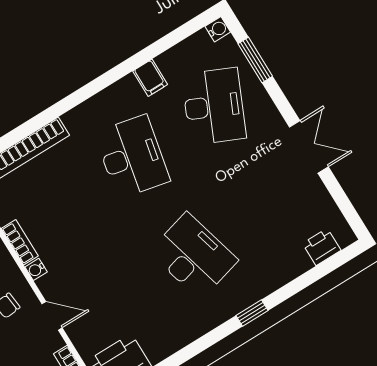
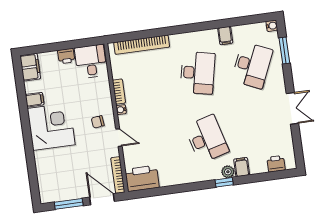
filing cabinet: (269, 276) -> (242, 167), added
plant: (250, 294) -> (228, 172), added

